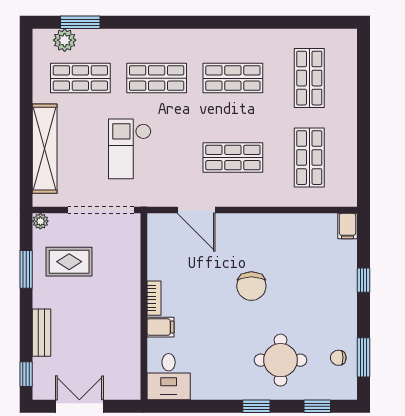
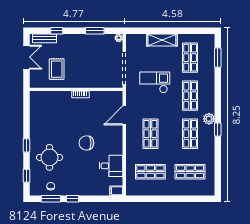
window: (225, 22) -> (218, 130), added
plant: (65, 40) -> (209, 119), moved
shelving: (45, 149) -> (162, 40), width x0.68
rug: (69, 262) -> (57, 69), moved
window: (363, 280) -> (73, 199), moved
filing cabinet: (160, 327) -> (66, 98), removed
bench: (42, 333) -> (45, 38), moved
window: (26, 374) -> (57, 31), moved
desk: (169, 377) -> (111, 166), moved, turned 180

